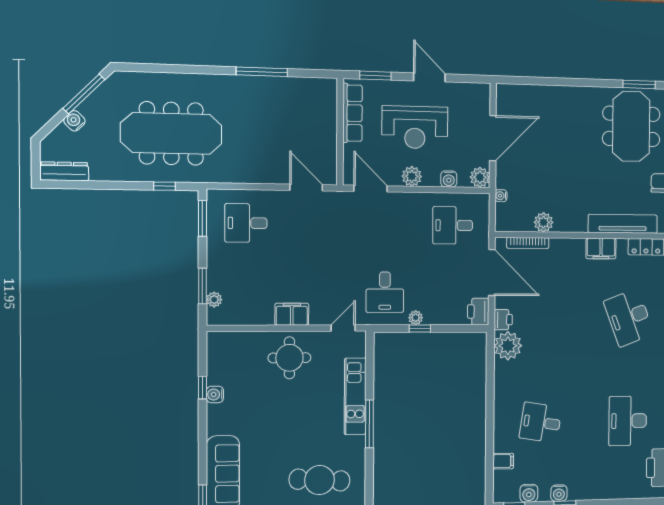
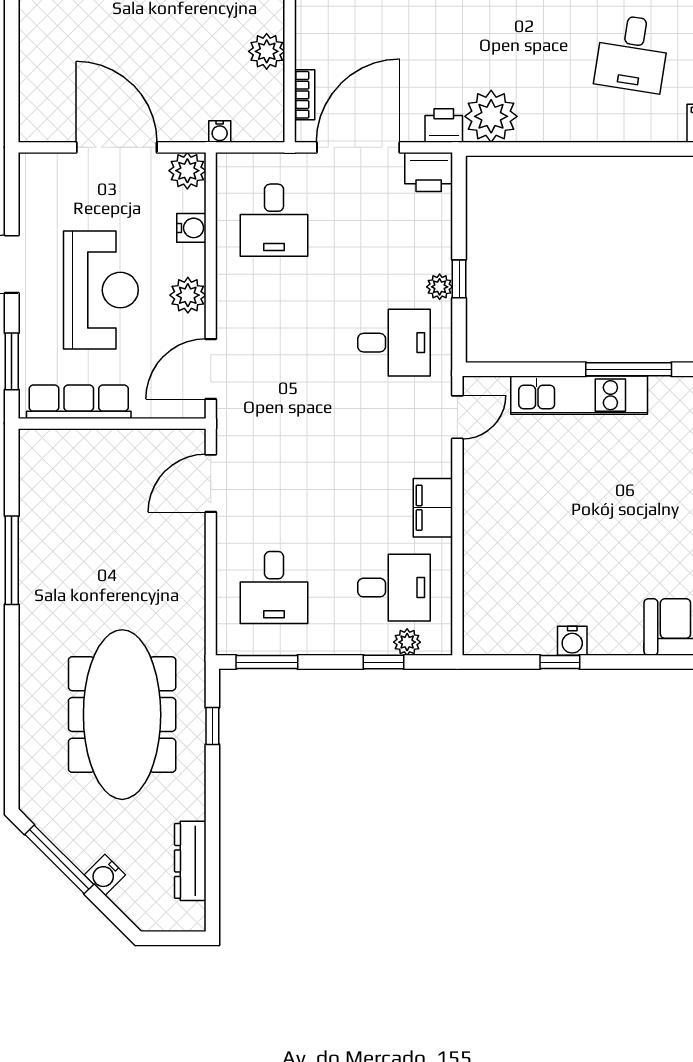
dresser: (64, 171) -> (190, 861), moved
bookcase: (528, 243) -> (305, 95), width x0.64
window: (202, 286) -> (384, 662), width x0.67
desk: (246, 292) -> (394, 588), added
door: (343, 328) -> (457, 417), swing flipped
round table: (289, 358) -> (509, 512), removed

